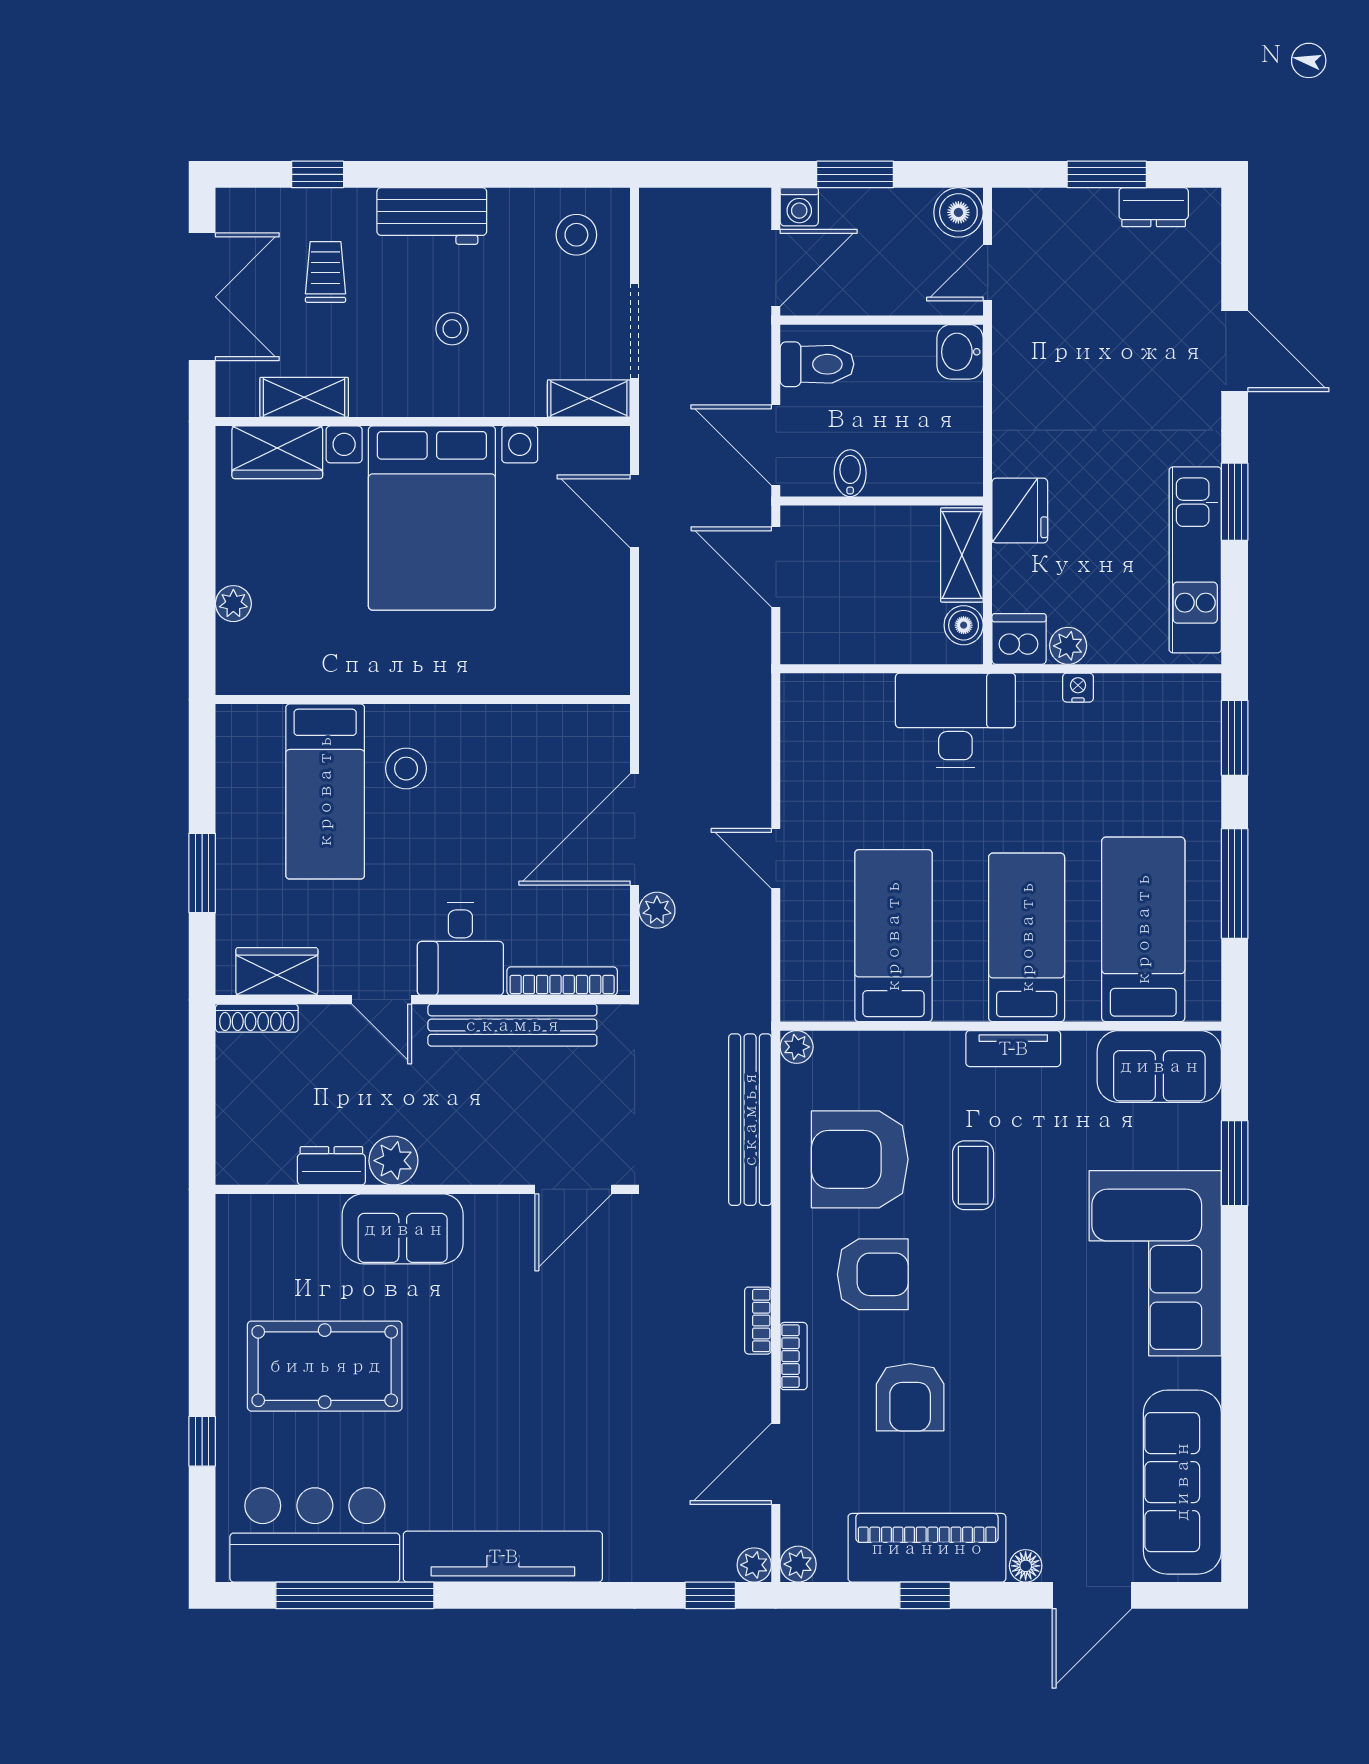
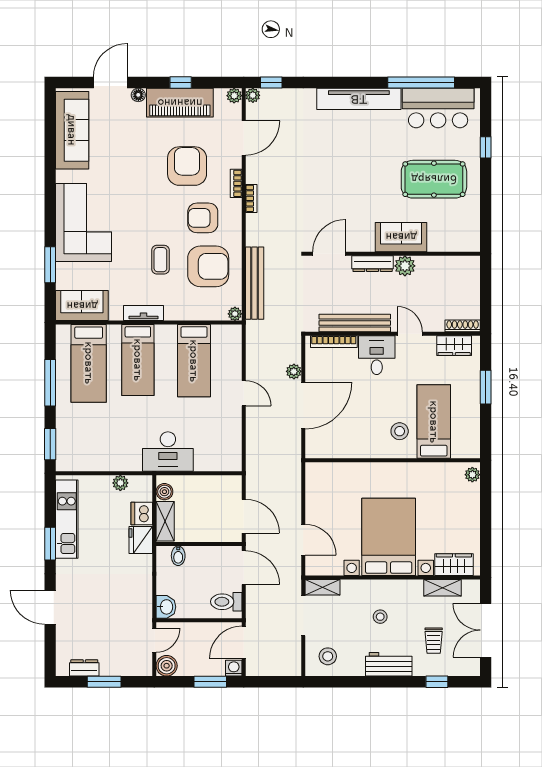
bidet: (850, 473) -> (178, 556), moved
plant: (233, 604) -> (472, 475), moved
dishwasher: (1019, 639) -> (142, 514), moved, turned 90
nightstand: (1078, 688) -> (116, 465), removed
dresser: (331, 1166) -> (373, 264), moved, width x1.44
armchair: (910, 1397) -> (187, 166), width x1.36, depth x1.36

